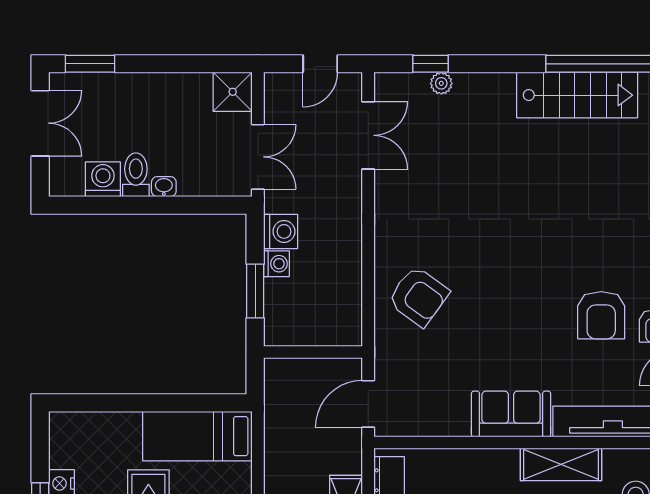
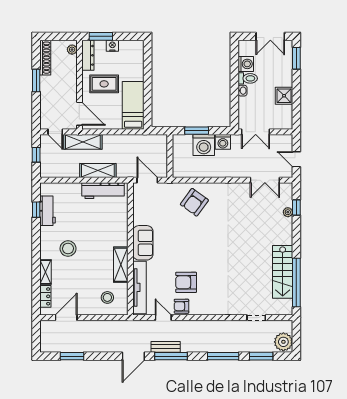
shower: (233, 92) -> (284, 96), moved
washing machine: (276, 264) -> (204, 145), width x1.89, depth x1.89

